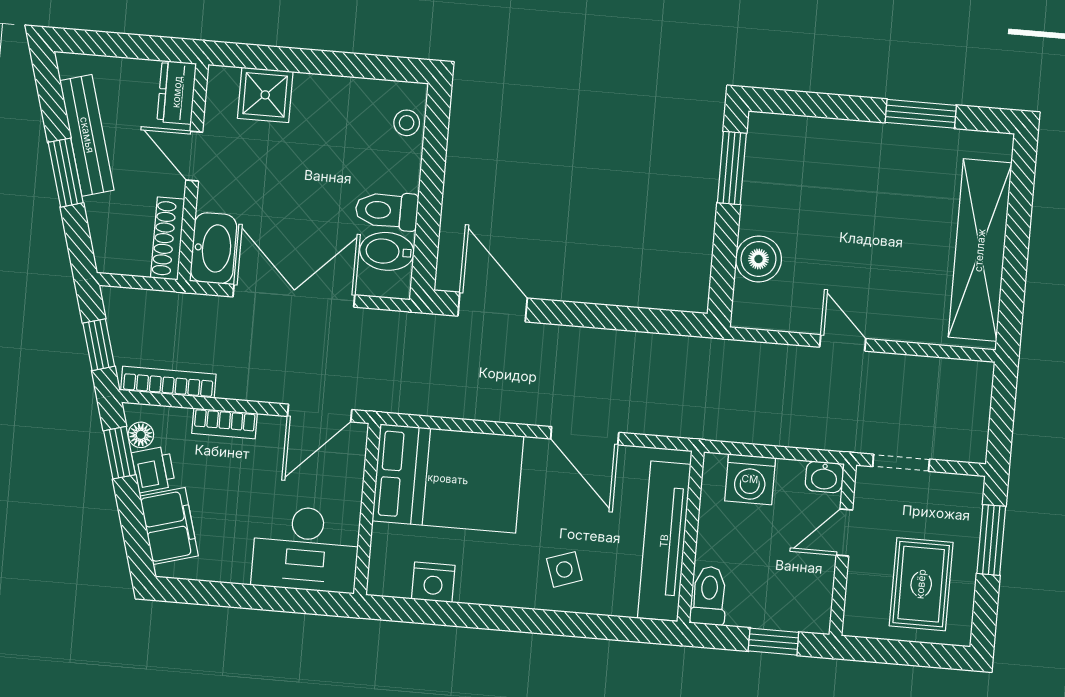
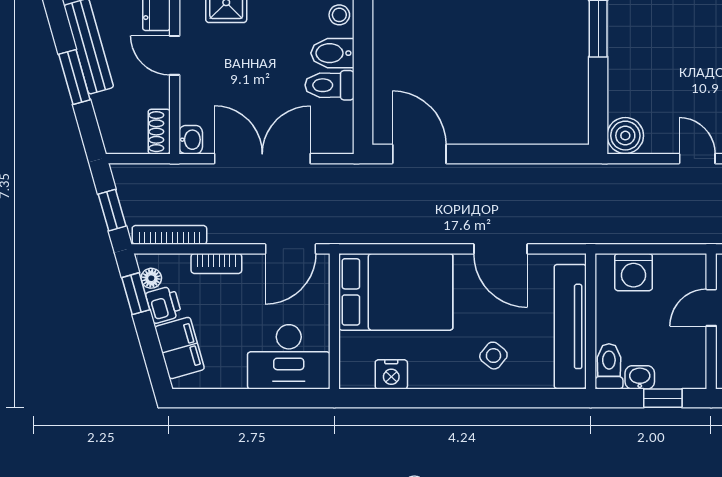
shoe rack: (168, 238) -> (159, 132), width x0.70
washbasin: (214, 248) -> (191, 140), width x0.52, depth x0.69
bidet: (387, 251) -> (332, 53), moved
boiler: (759, 259) -> (625, 136), moved
washbasin: (824, 477) -> (640, 377), moved, turned 180
side table: (564, 569) -> (493, 356), turned -32

